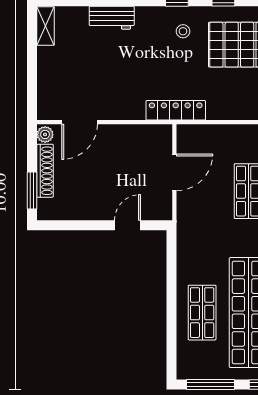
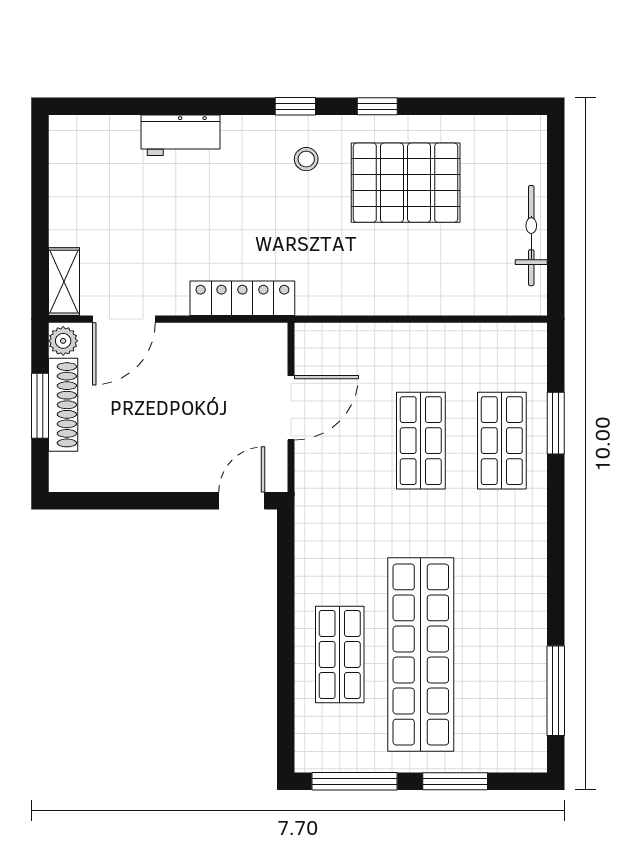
shelving: (46, 26) -> (64, 282), moved
locker: (176, 110) -> (242, 298), moved
window: (32, 190) -> (40, 406), moved
door: (127, 225) -> (242, 501), moved

